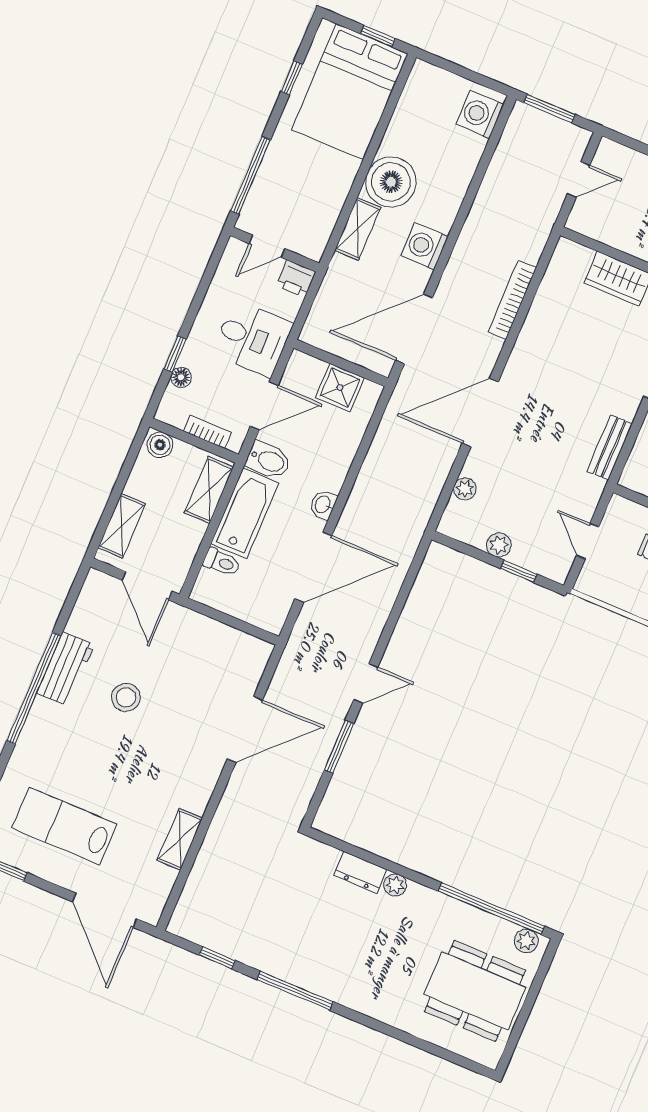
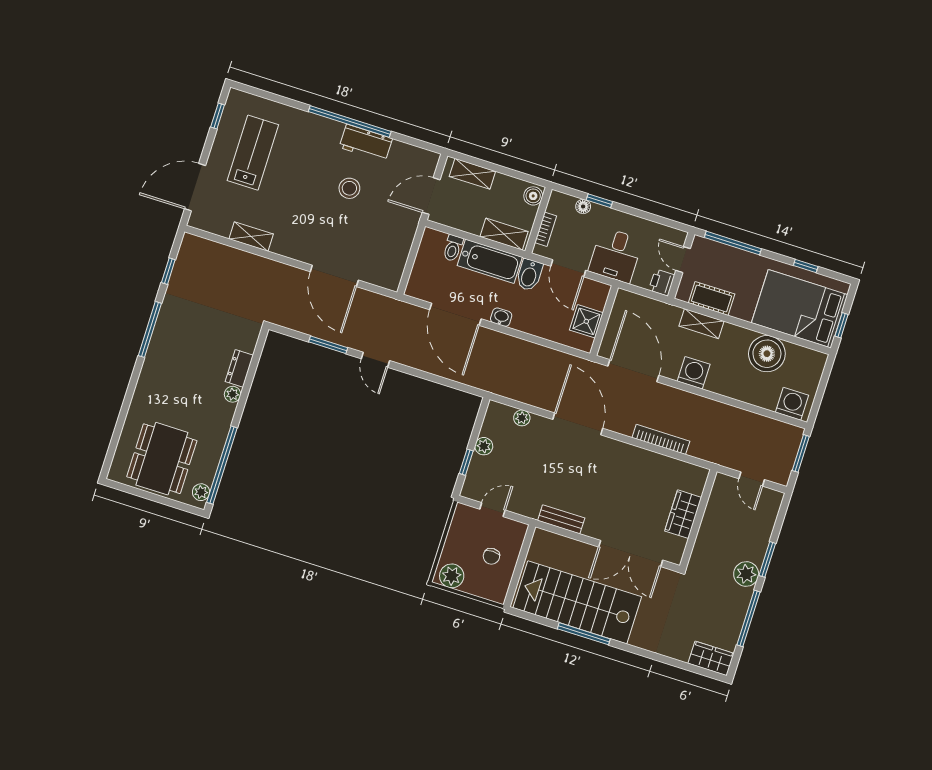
boiler: (391, 182) -> (767, 354), moved
cot: (324, 212) -> (712, 298), added

